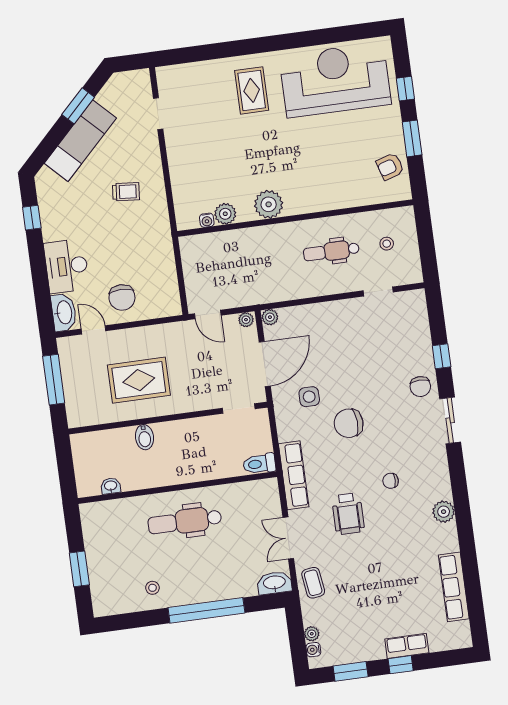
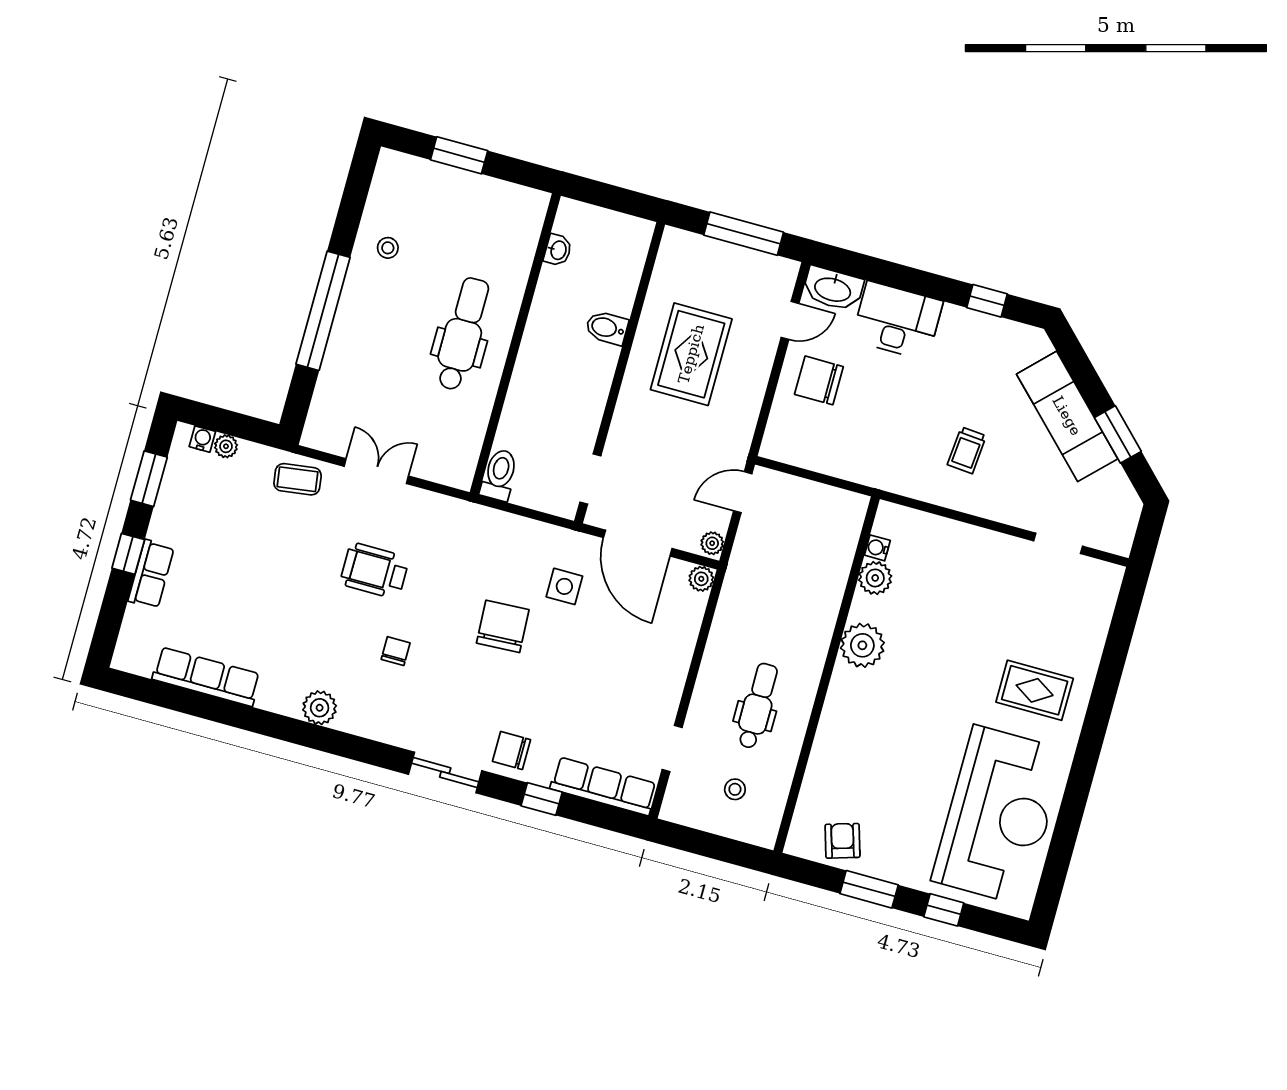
row of seats: (294, 475) -> (604, 786), moved, turned 180
washbasin: (274, 583) -> (321, 424), removed

